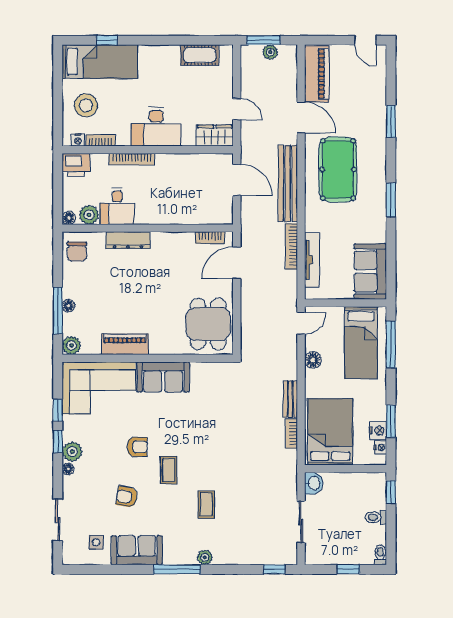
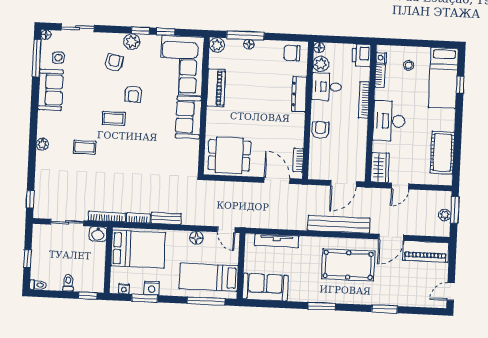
cot: (200, 55) -> (442, 153), width x1.37, depth x1.34
stool: (86, 105) -> (409, 65), width x0.53, depth x0.53
armchair: (171, 212) -> (320, 130), added
bookcase: (291, 246) -> (107, 217), moved
nightstand: (378, 431) -> (152, 288), moved
floor lamp: (68, 469) -> (46, 35), moved
armchair: (127, 497) -> (114, 63), moved
window: (177, 569) -> (37, 58), moved

